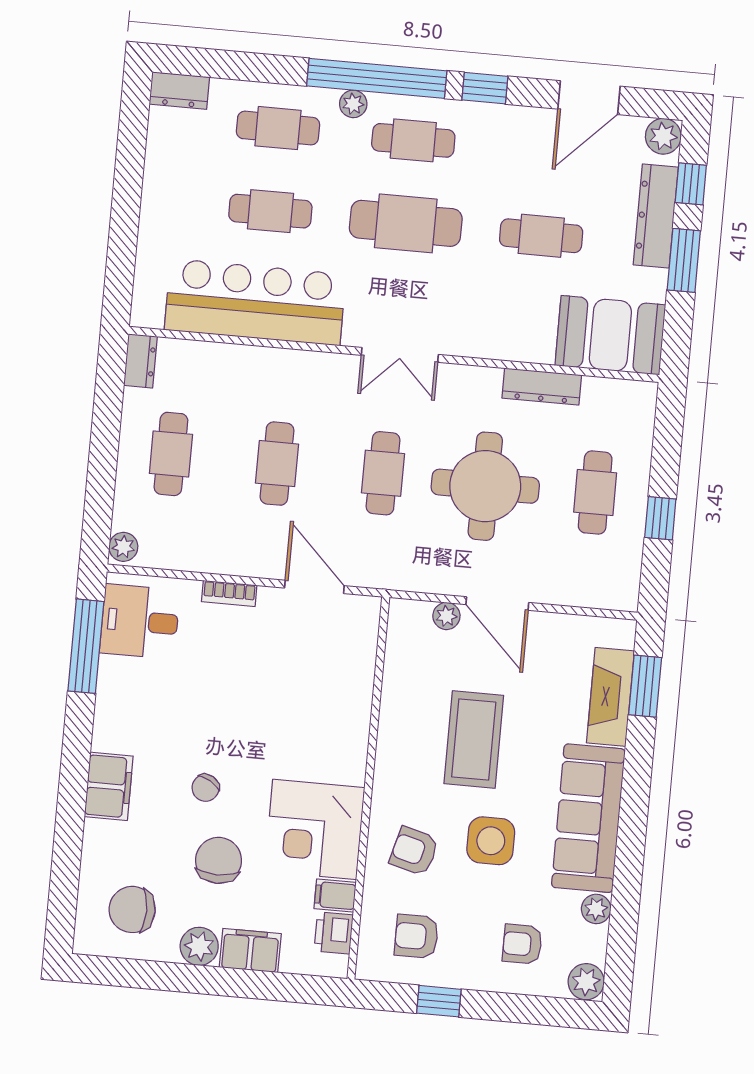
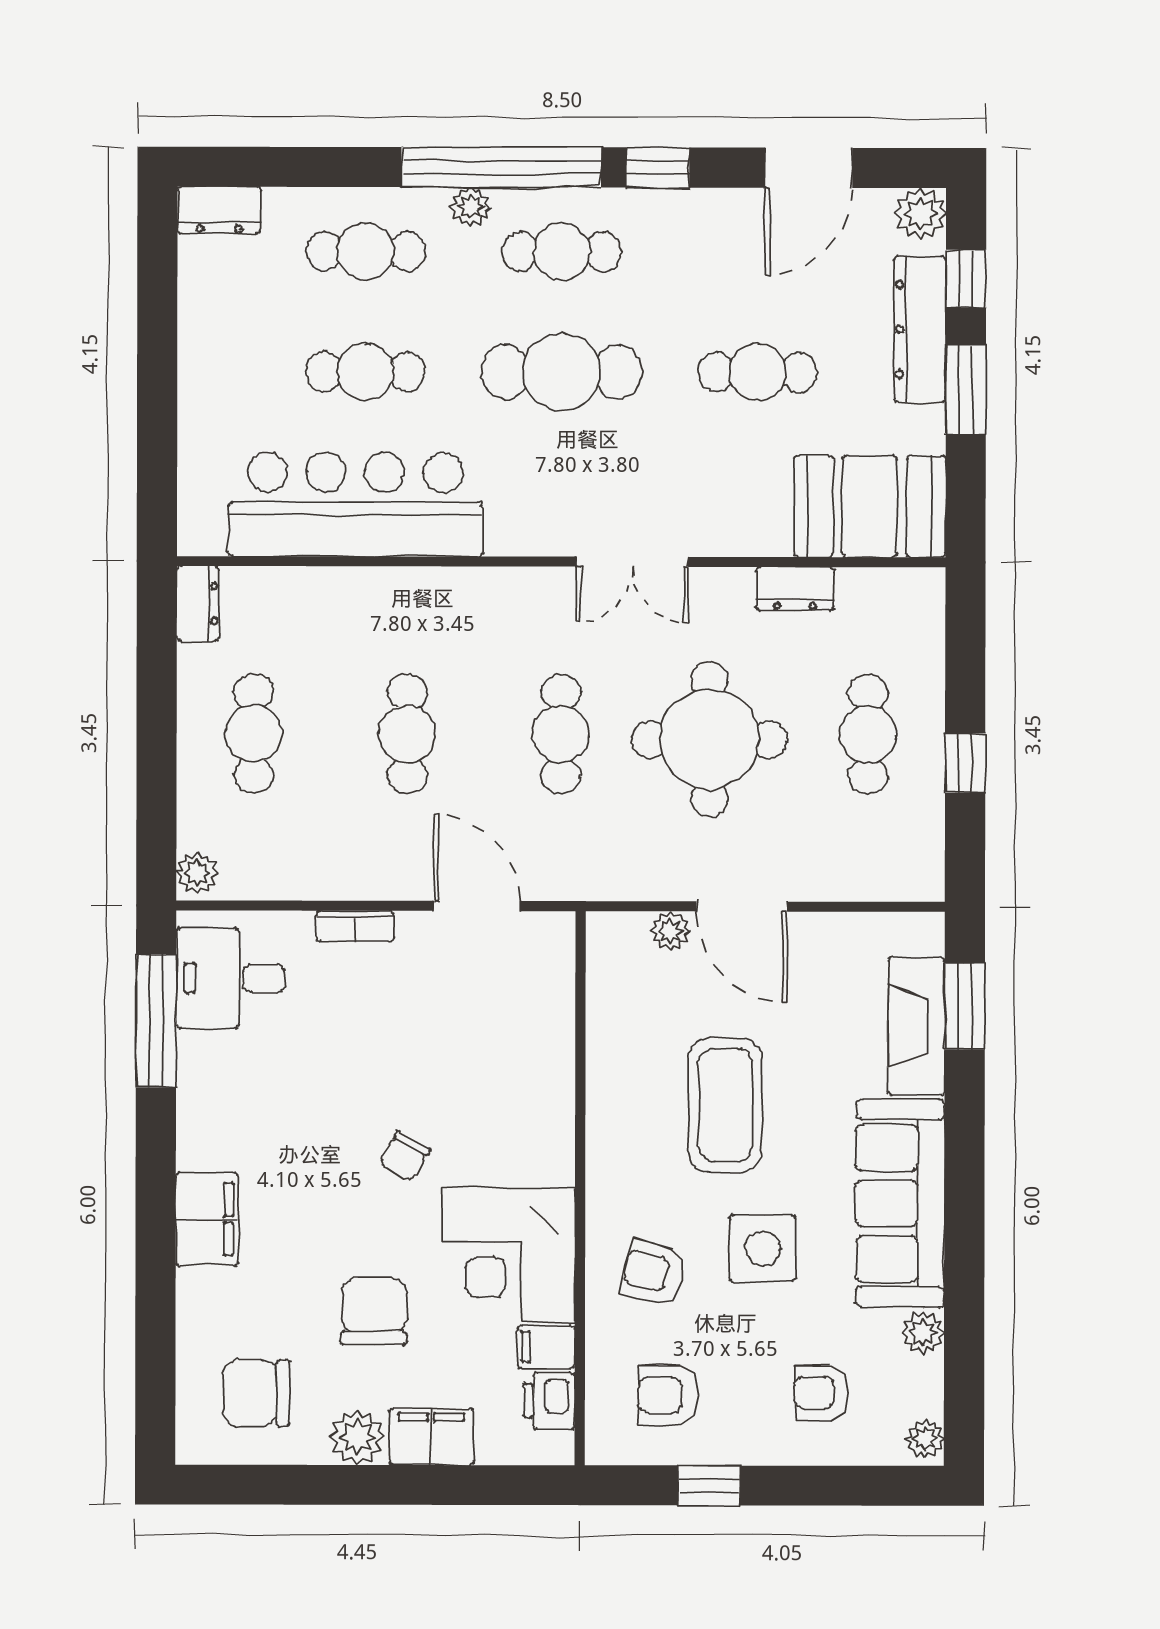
double door: (400, 355) -> (632, 562), moved
dresser: (542, 386) -> (795, 589), width x0.70
chair: (206, 788) -> (404, 1156), moved
plant: (586, 982) -> (925, 1439), width x0.73, depth x0.73

